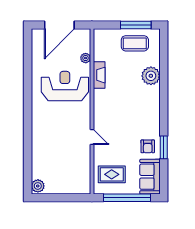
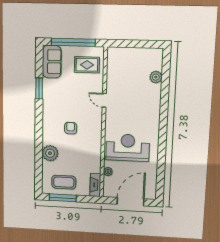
fireplace: (99, 75) -> (95, 185), moved
reception desk: (65, 86) -> (128, 148), turned 180
armchair: (148, 146) -> (71, 128), moved
plant: (38, 186) -> (156, 77), moved

